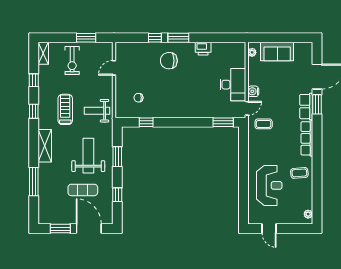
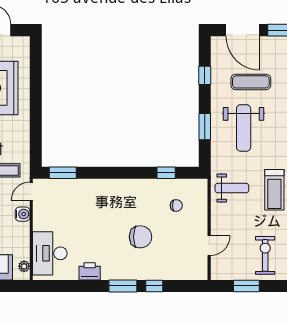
chair: (169, 61) -> (141, 237), moved
desk: (233, 85) -> (50, 253), moved

